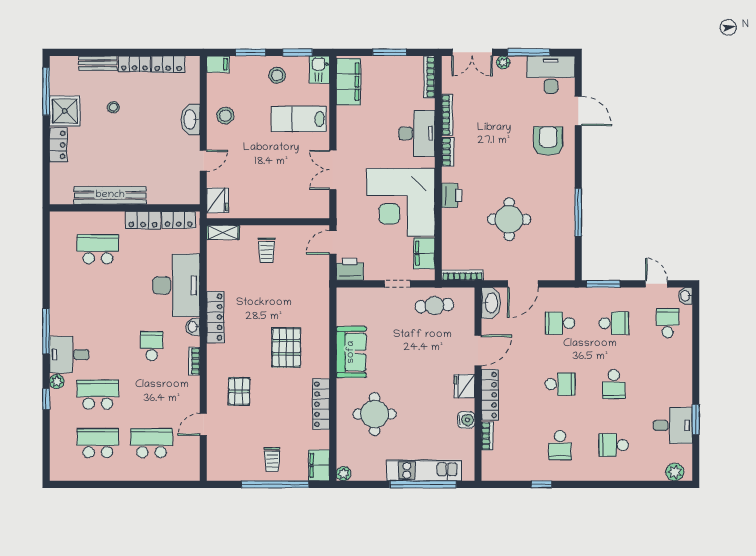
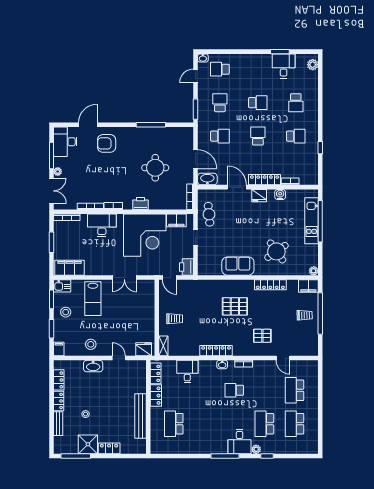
desk: (176, 285) -> (187, 371), width x0.53, depth x0.77
school desk: (560, 323) -> (220, 136), turned -90
round table: (375, 414) -> (276, 251), turned -35

